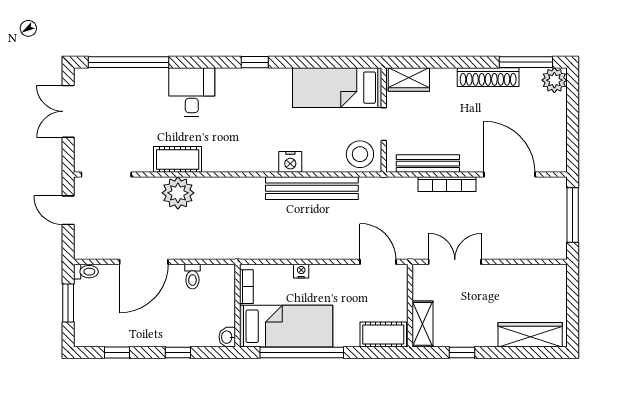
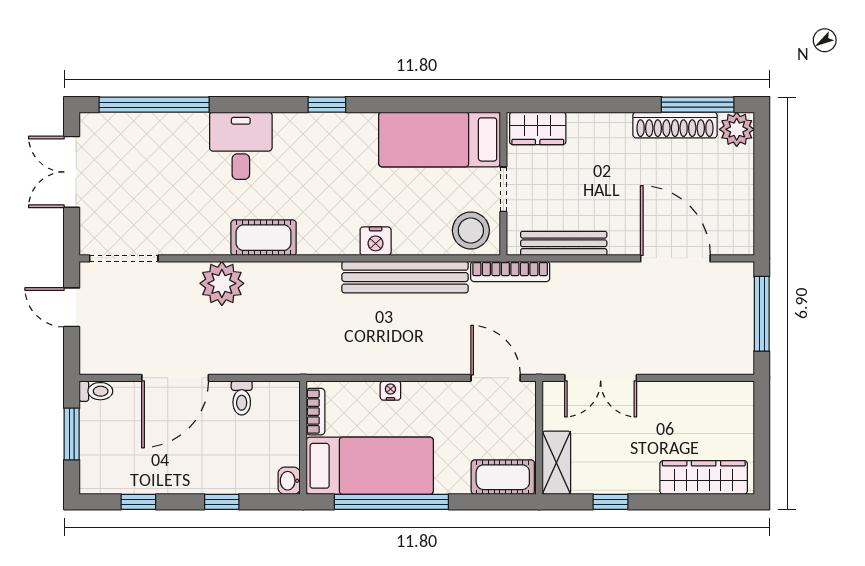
shoe rack: (488, 77) -> (675, 125), moved
cot: (178, 159) -> (264, 238), moved
bookcase: (447, 184) -> (510, 271), moved
double door: (455, 262) -> (601, 378), swing flipped

